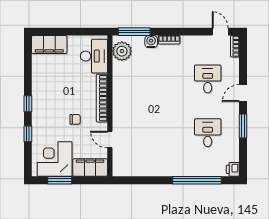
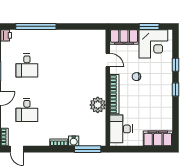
plant: (122, 51) -> (98, 105), moved

